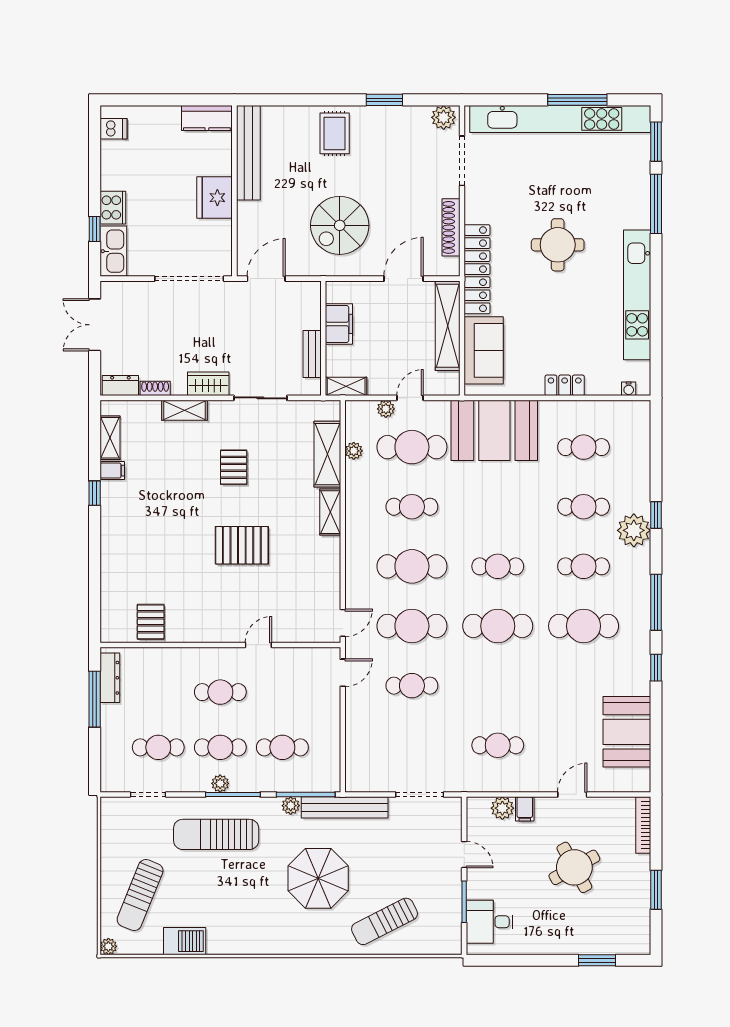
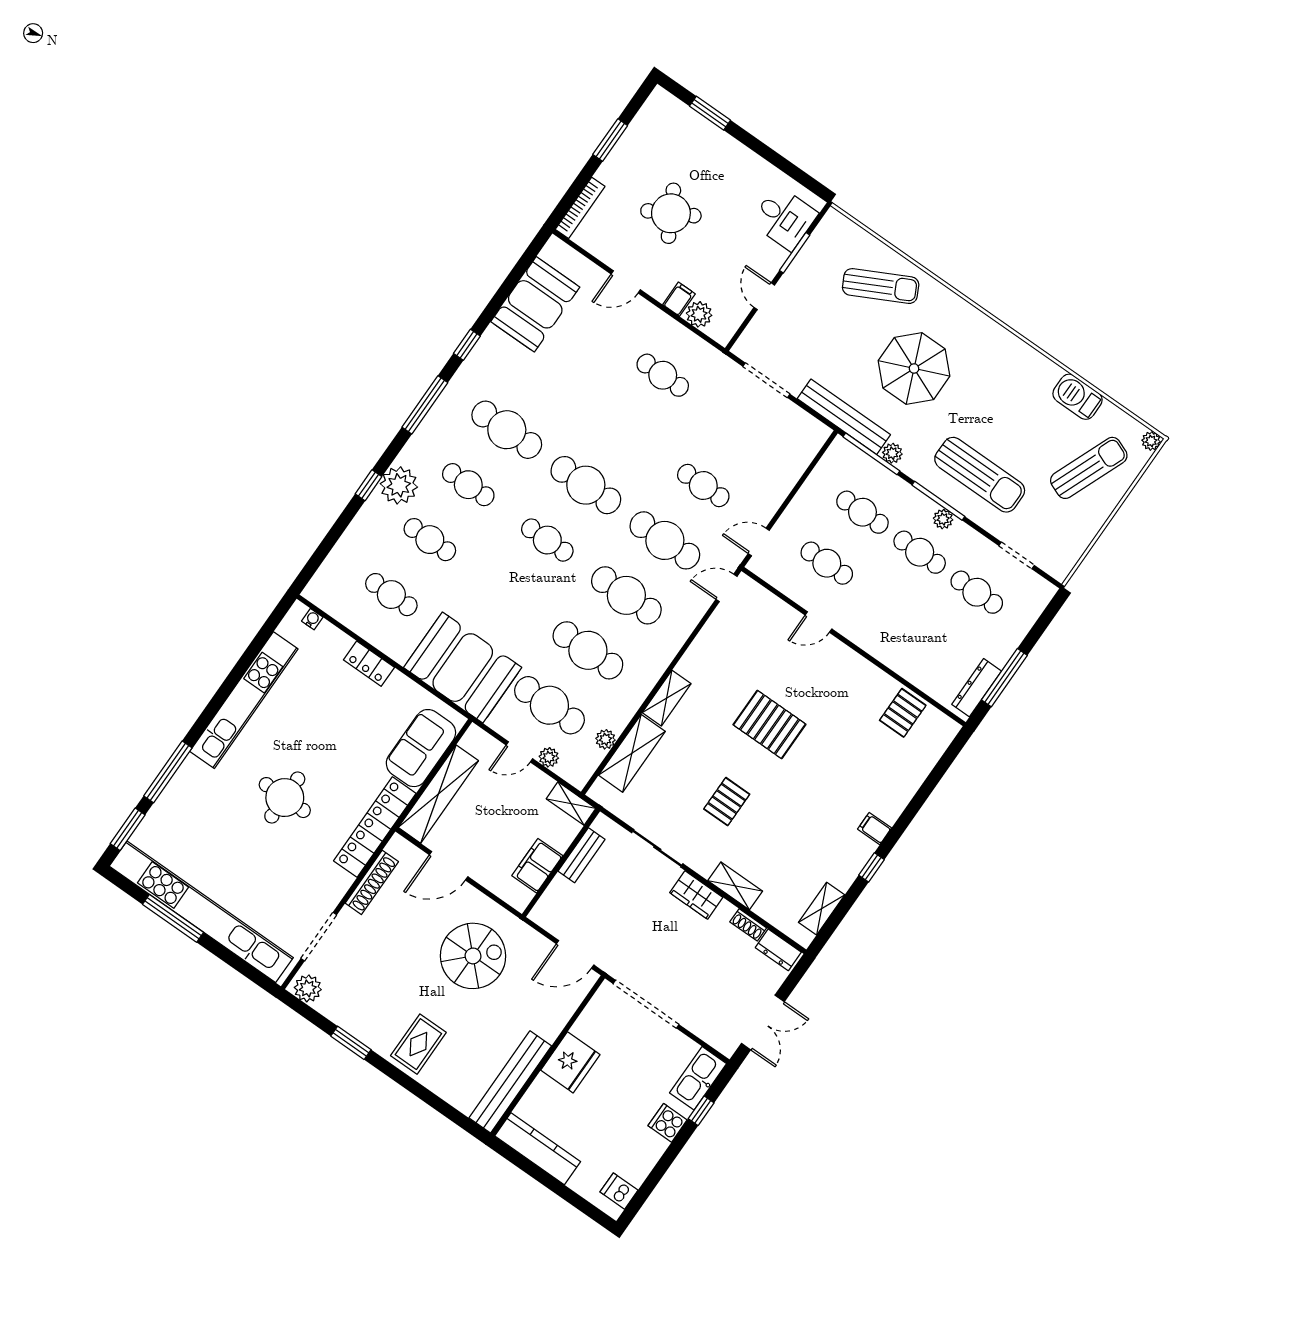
kitchen counter: (207, 118) -> (538, 1149), width x1.50
cooker: (113, 208) -> (668, 1123), width x0.73
filing cabinet: (112, 471) -> (875, 829), moved
cafe table: (412, 507) -> (588, 650), width x1.37, depth x1.35
cafe table: (220, 692) -> (827, 563), moved

